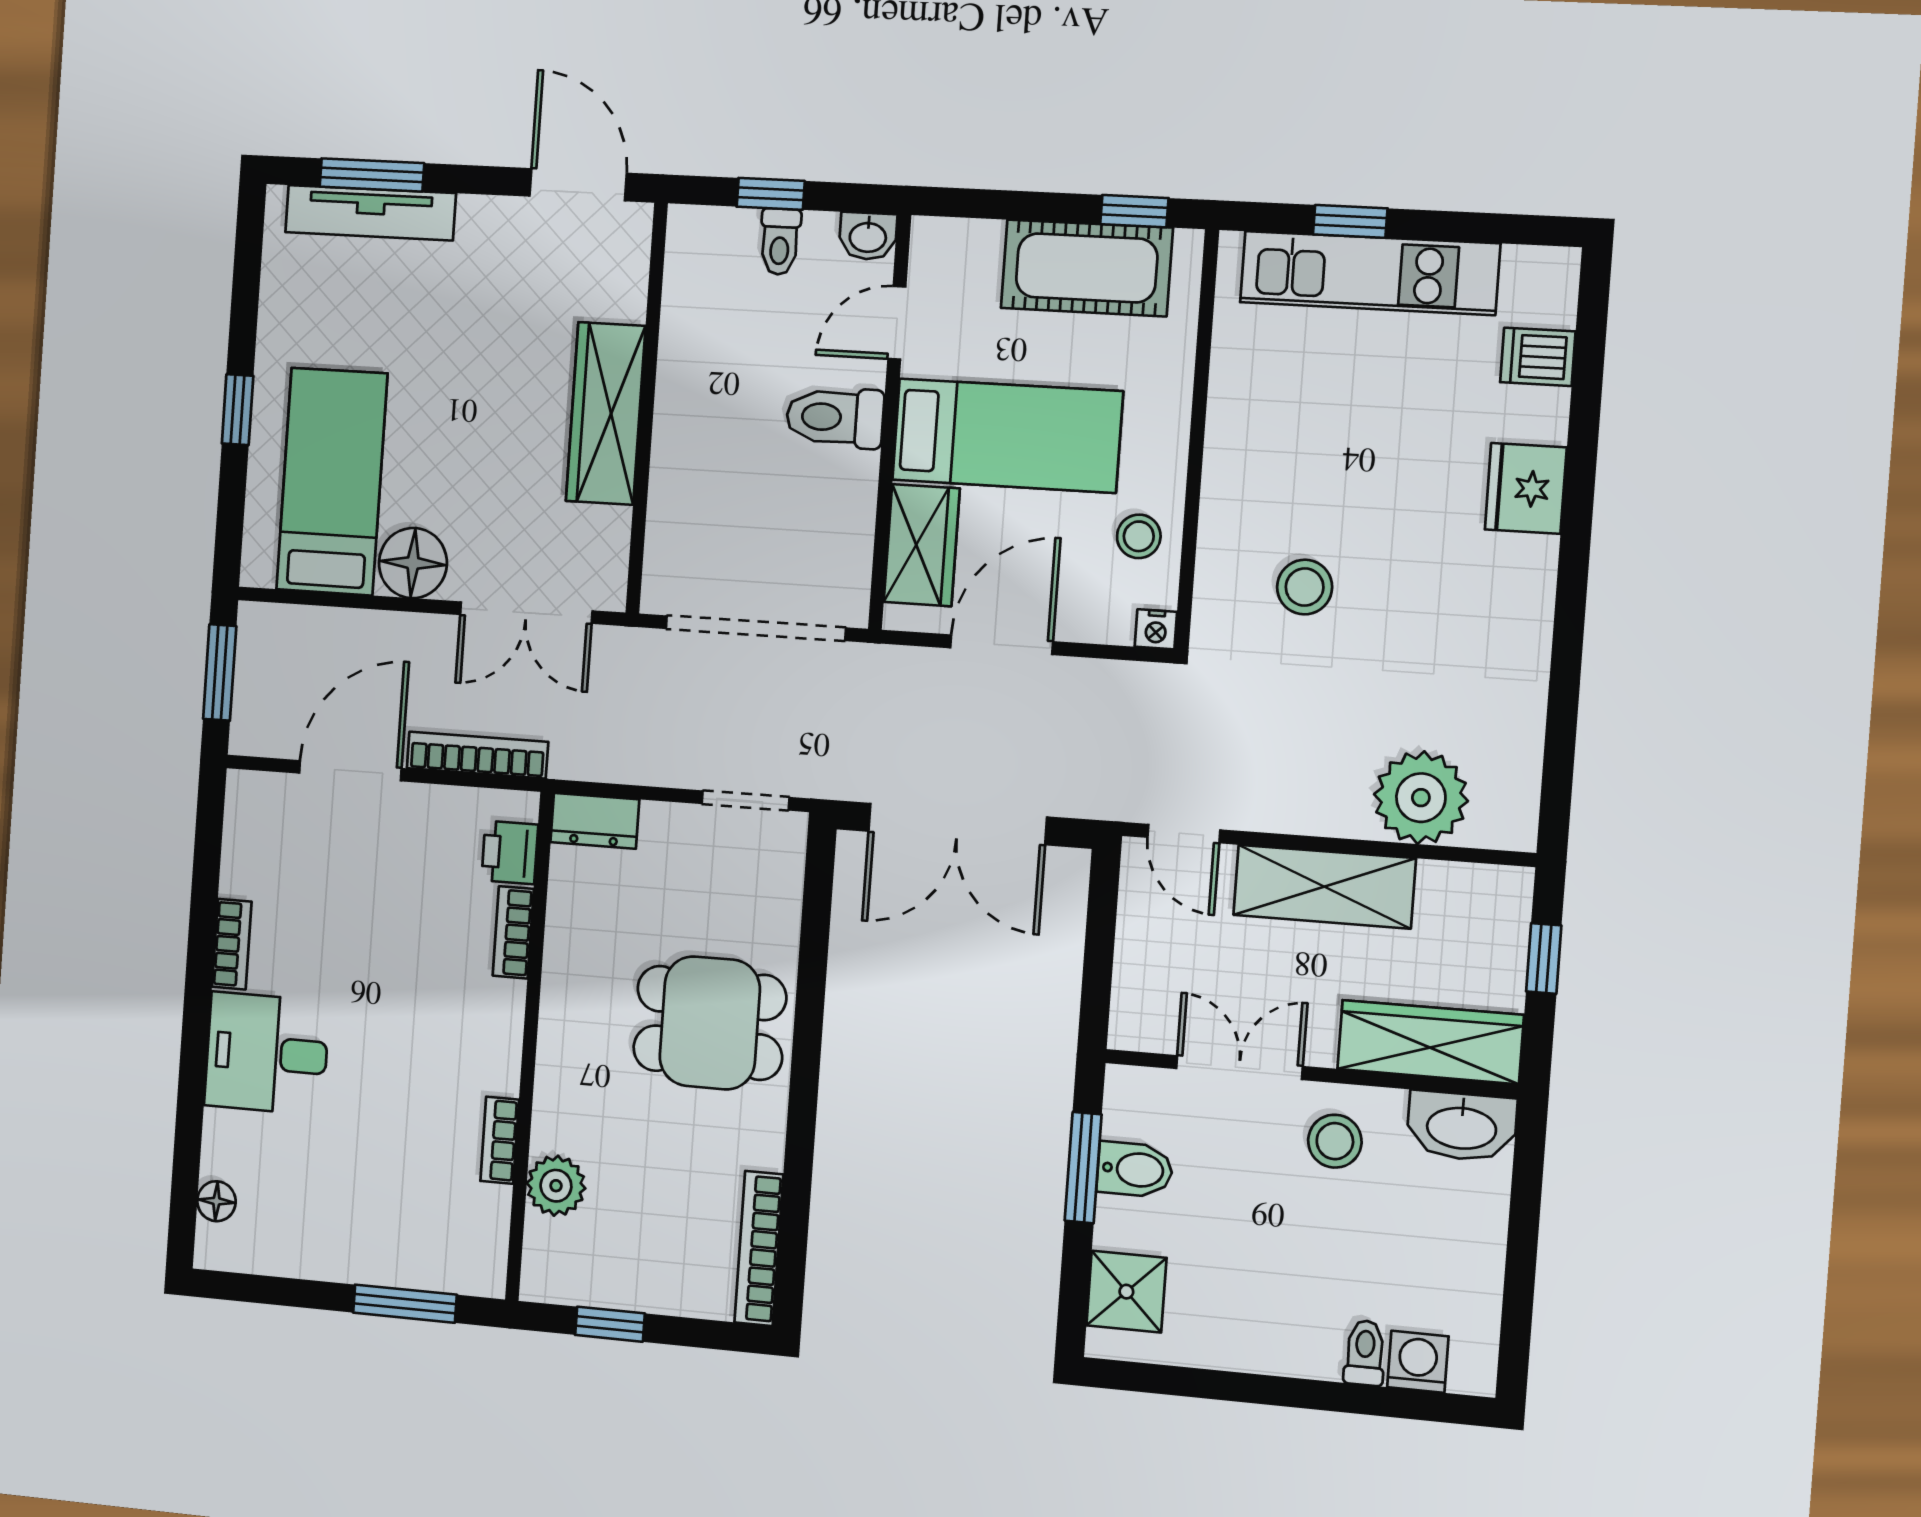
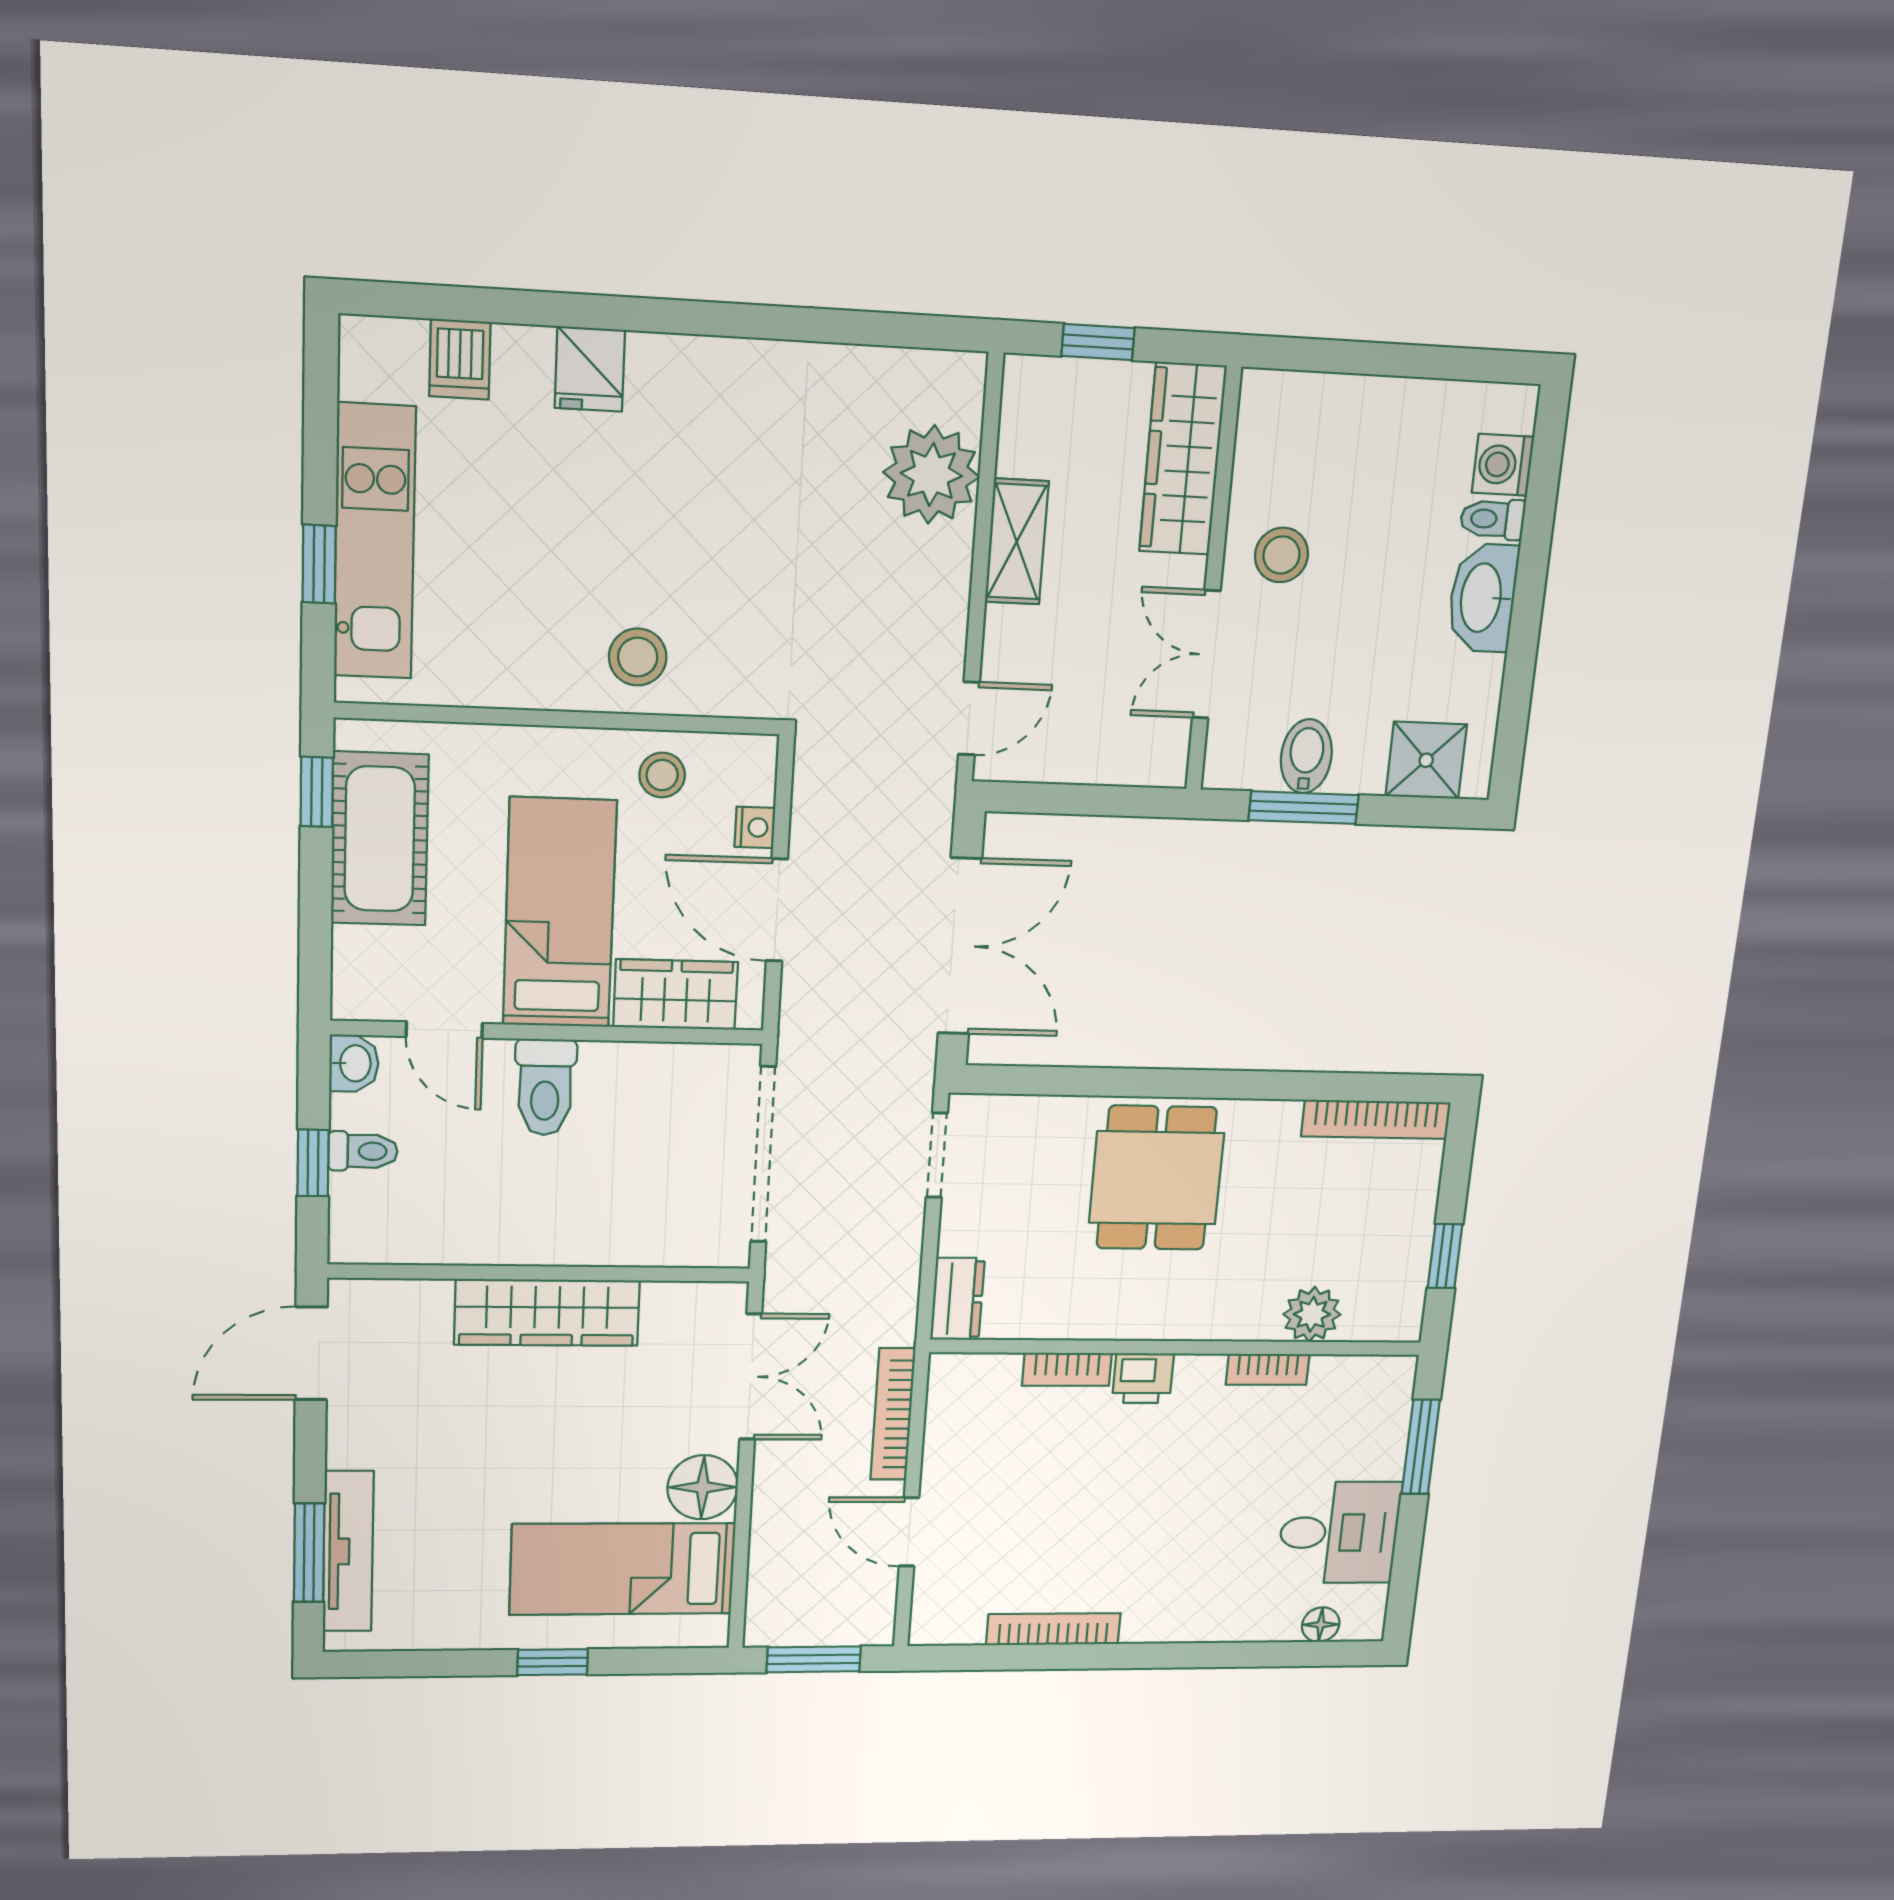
fridge: (1526, 488) -> (590, 369), width x0.72
stool: (1305, 587) -> (638, 657), moved
nightstand: (1156, 629) -> (755, 827), moved
door: (350, 771) -> (909, 1532), width x0.73
printer: (510, 852) -> (1143, 1378), moved
shelving: (1324, 887) -> (1017, 542), width x0.67, depth x0.75
bookcase: (232, 944) -> (1053, 1629), width x1.56
desk: (267, 1053) -> (1339, 1533), moved, turned -90
washbasin: (1462, 1126) -> (1483, 598), moved, turned 180

